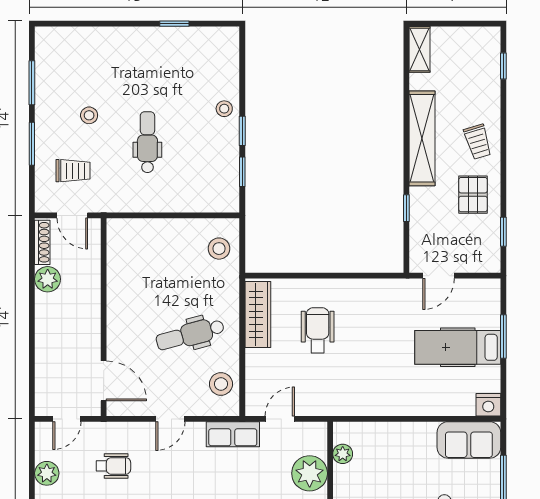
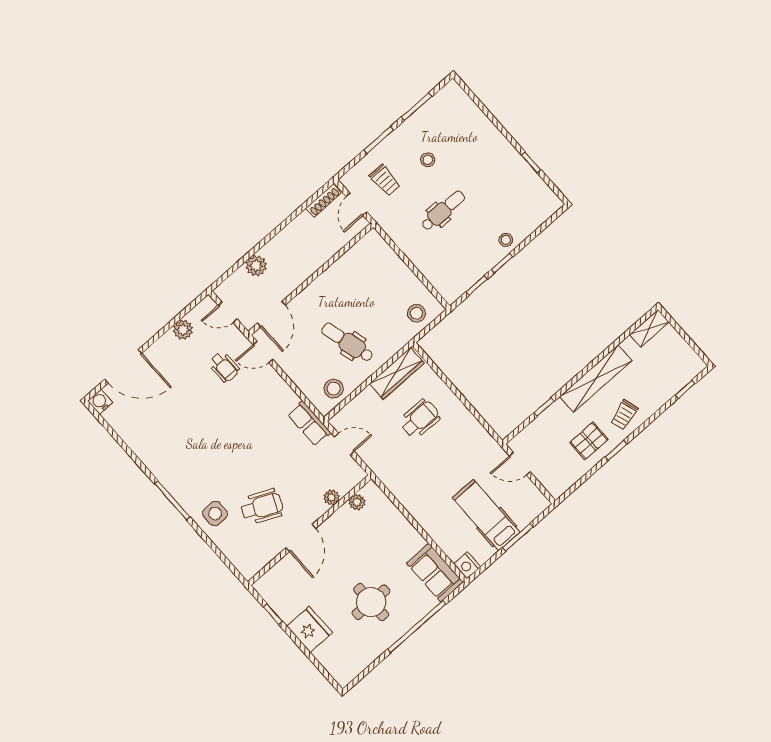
window: (503, 232) -> (616, 450), moved
plant: (48, 279) -> (256, 266), moved
door: (170, 419) -> (263, 352), moved
plant: (310, 473) -> (331, 497), width x0.53, depth x0.53

